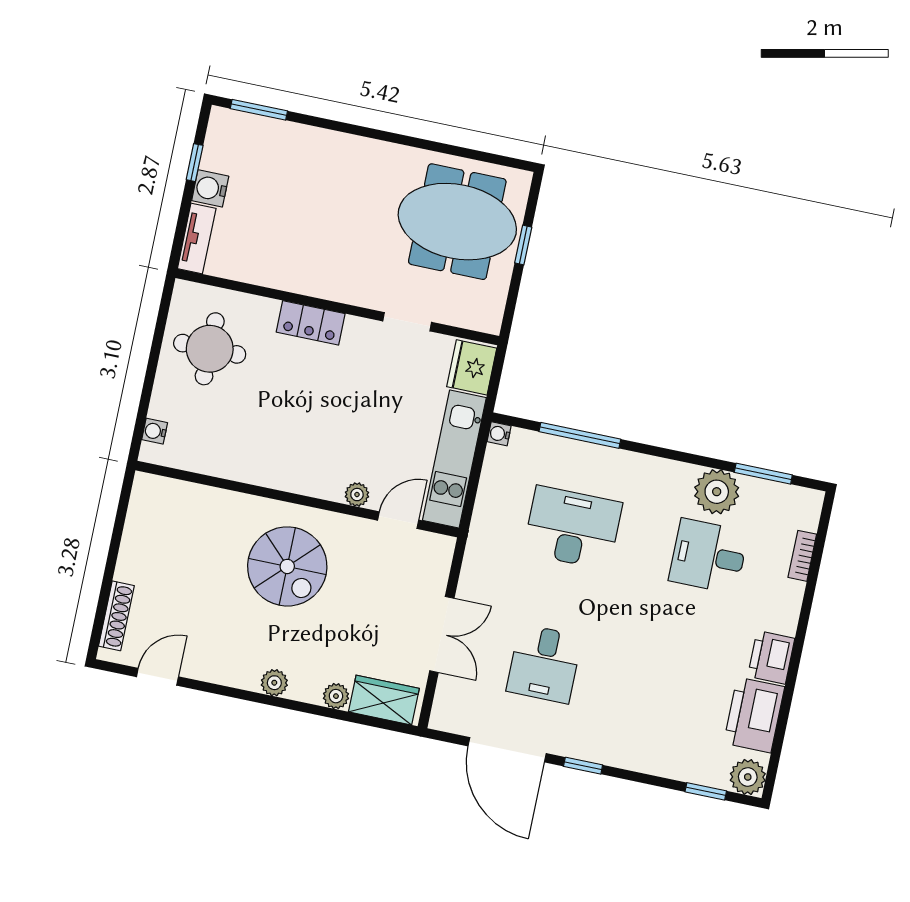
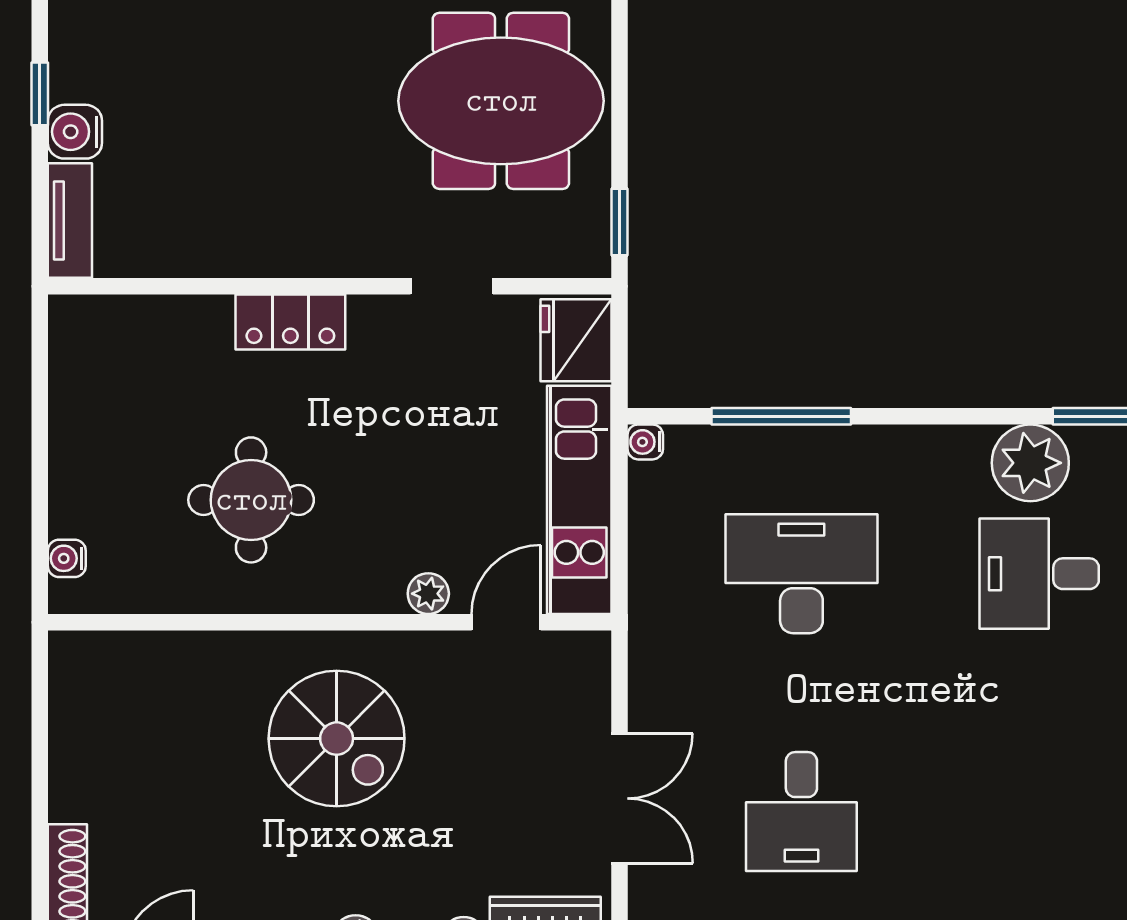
window: (523, 245) -> (620, 222), moved
round table: (210, 349) -> (251, 500), moved

